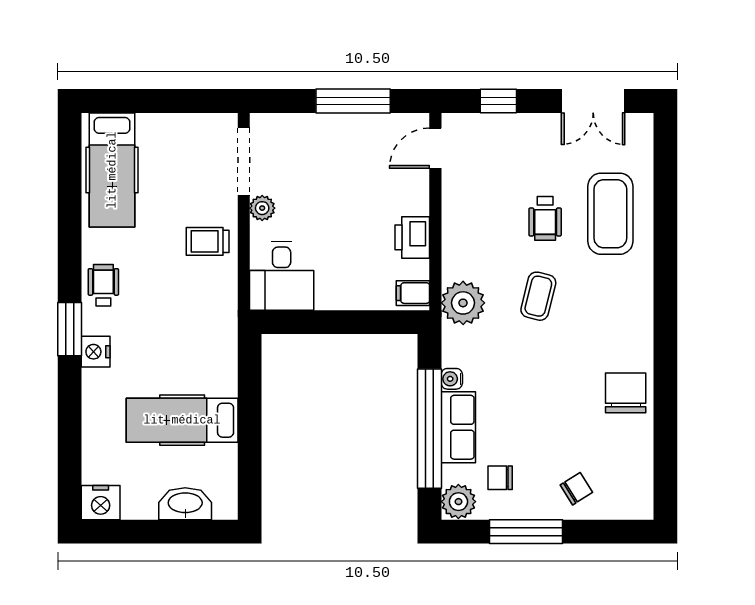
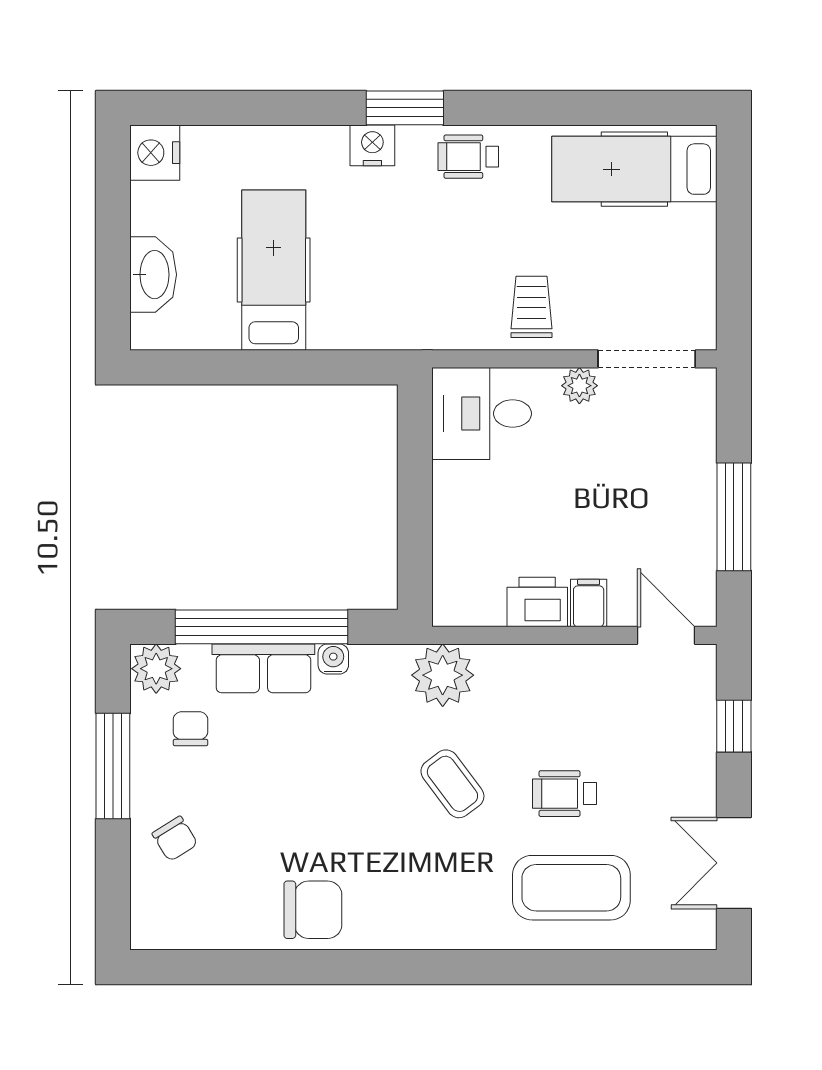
wheelchair: (103, 285) -> (468, 157), turned 180
filing cabinet: (413, 293) -> (589, 603), moved
coffee table: (538, 296) -> (452, 784), turned 39

